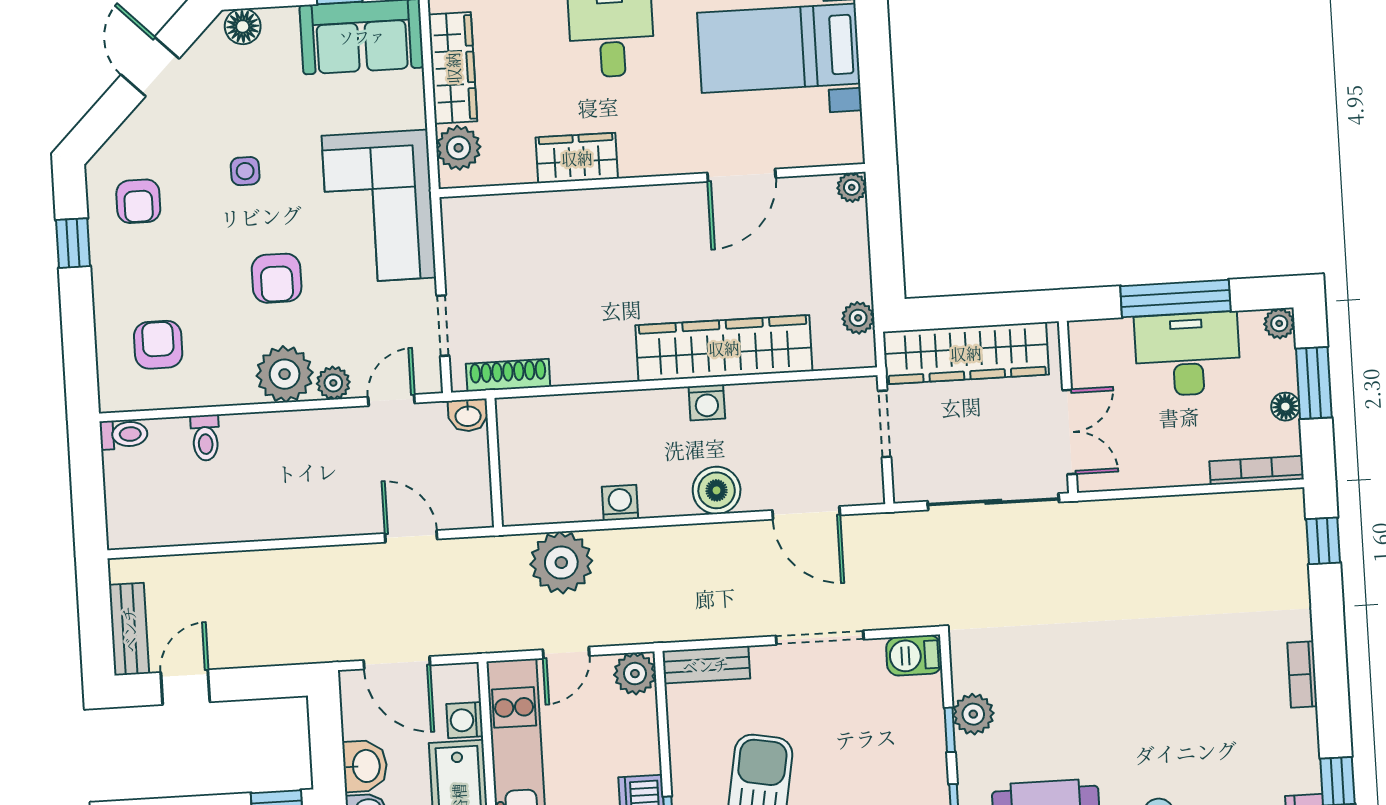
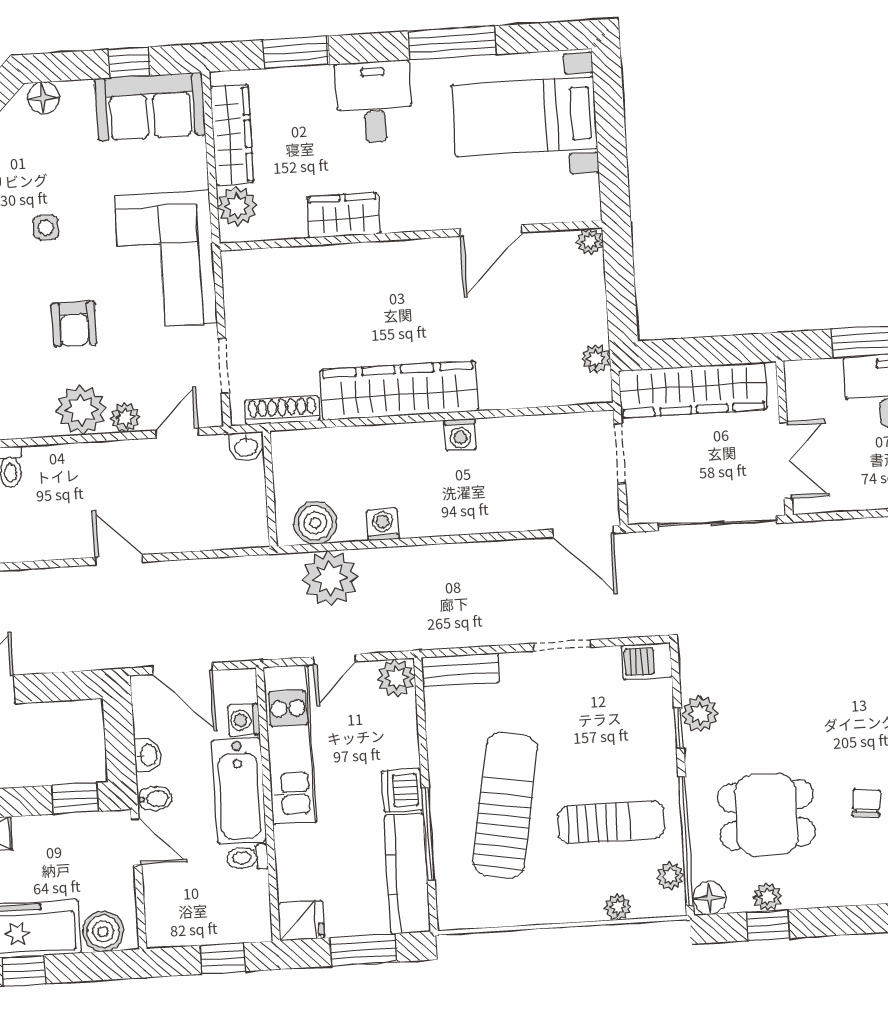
wardrobe: (724, 348) -> (399, 390), moved
boiler: (717, 490) -> (315, 523), moved
door: (806, 513) -> (583, 531), moved
door: (411, 536) -> (119, 560), moved
doorway: (820, 638) -> (562, 645), width x0.73
washbasin: (365, 766) -> (148, 755), width x0.72, depth x0.69

